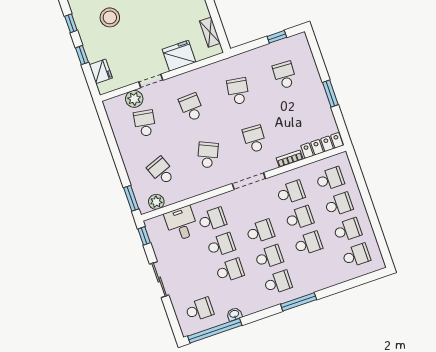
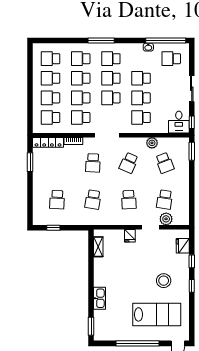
fridge: (179, 56) -> (130, 236), width x0.53, depth x0.75
window: (330, 94) -> (30, 162), moved
plant: (156, 202) -> (152, 143), moved
desk: (181, 224) -> (179, 122), moved
school desk: (317, 269) -> (81, 59), added

